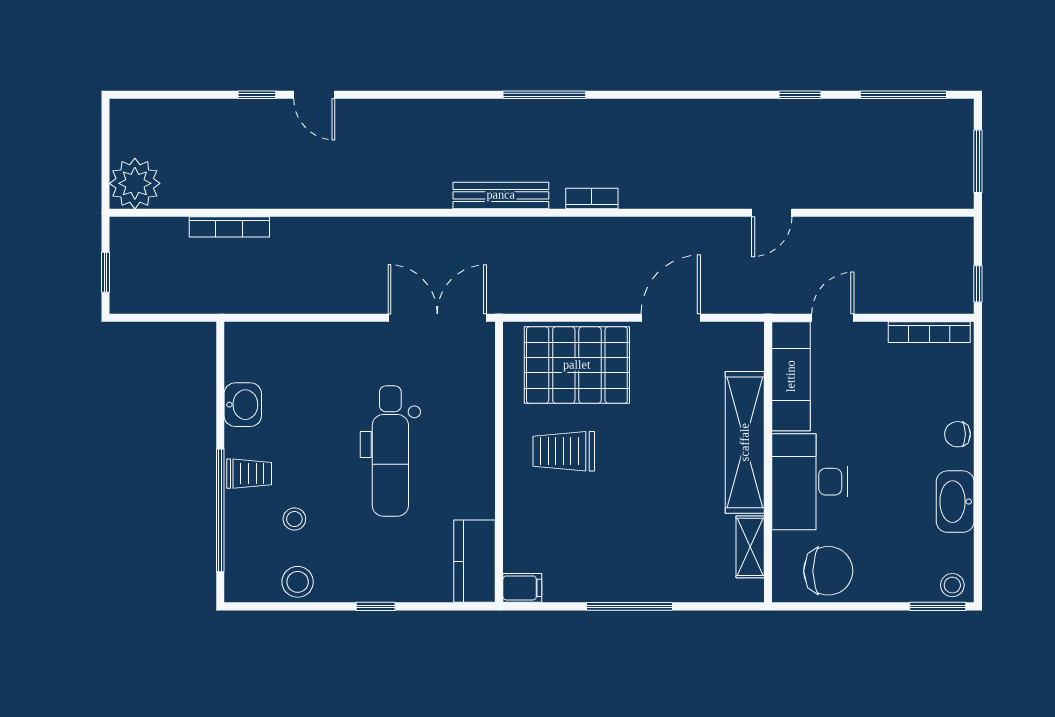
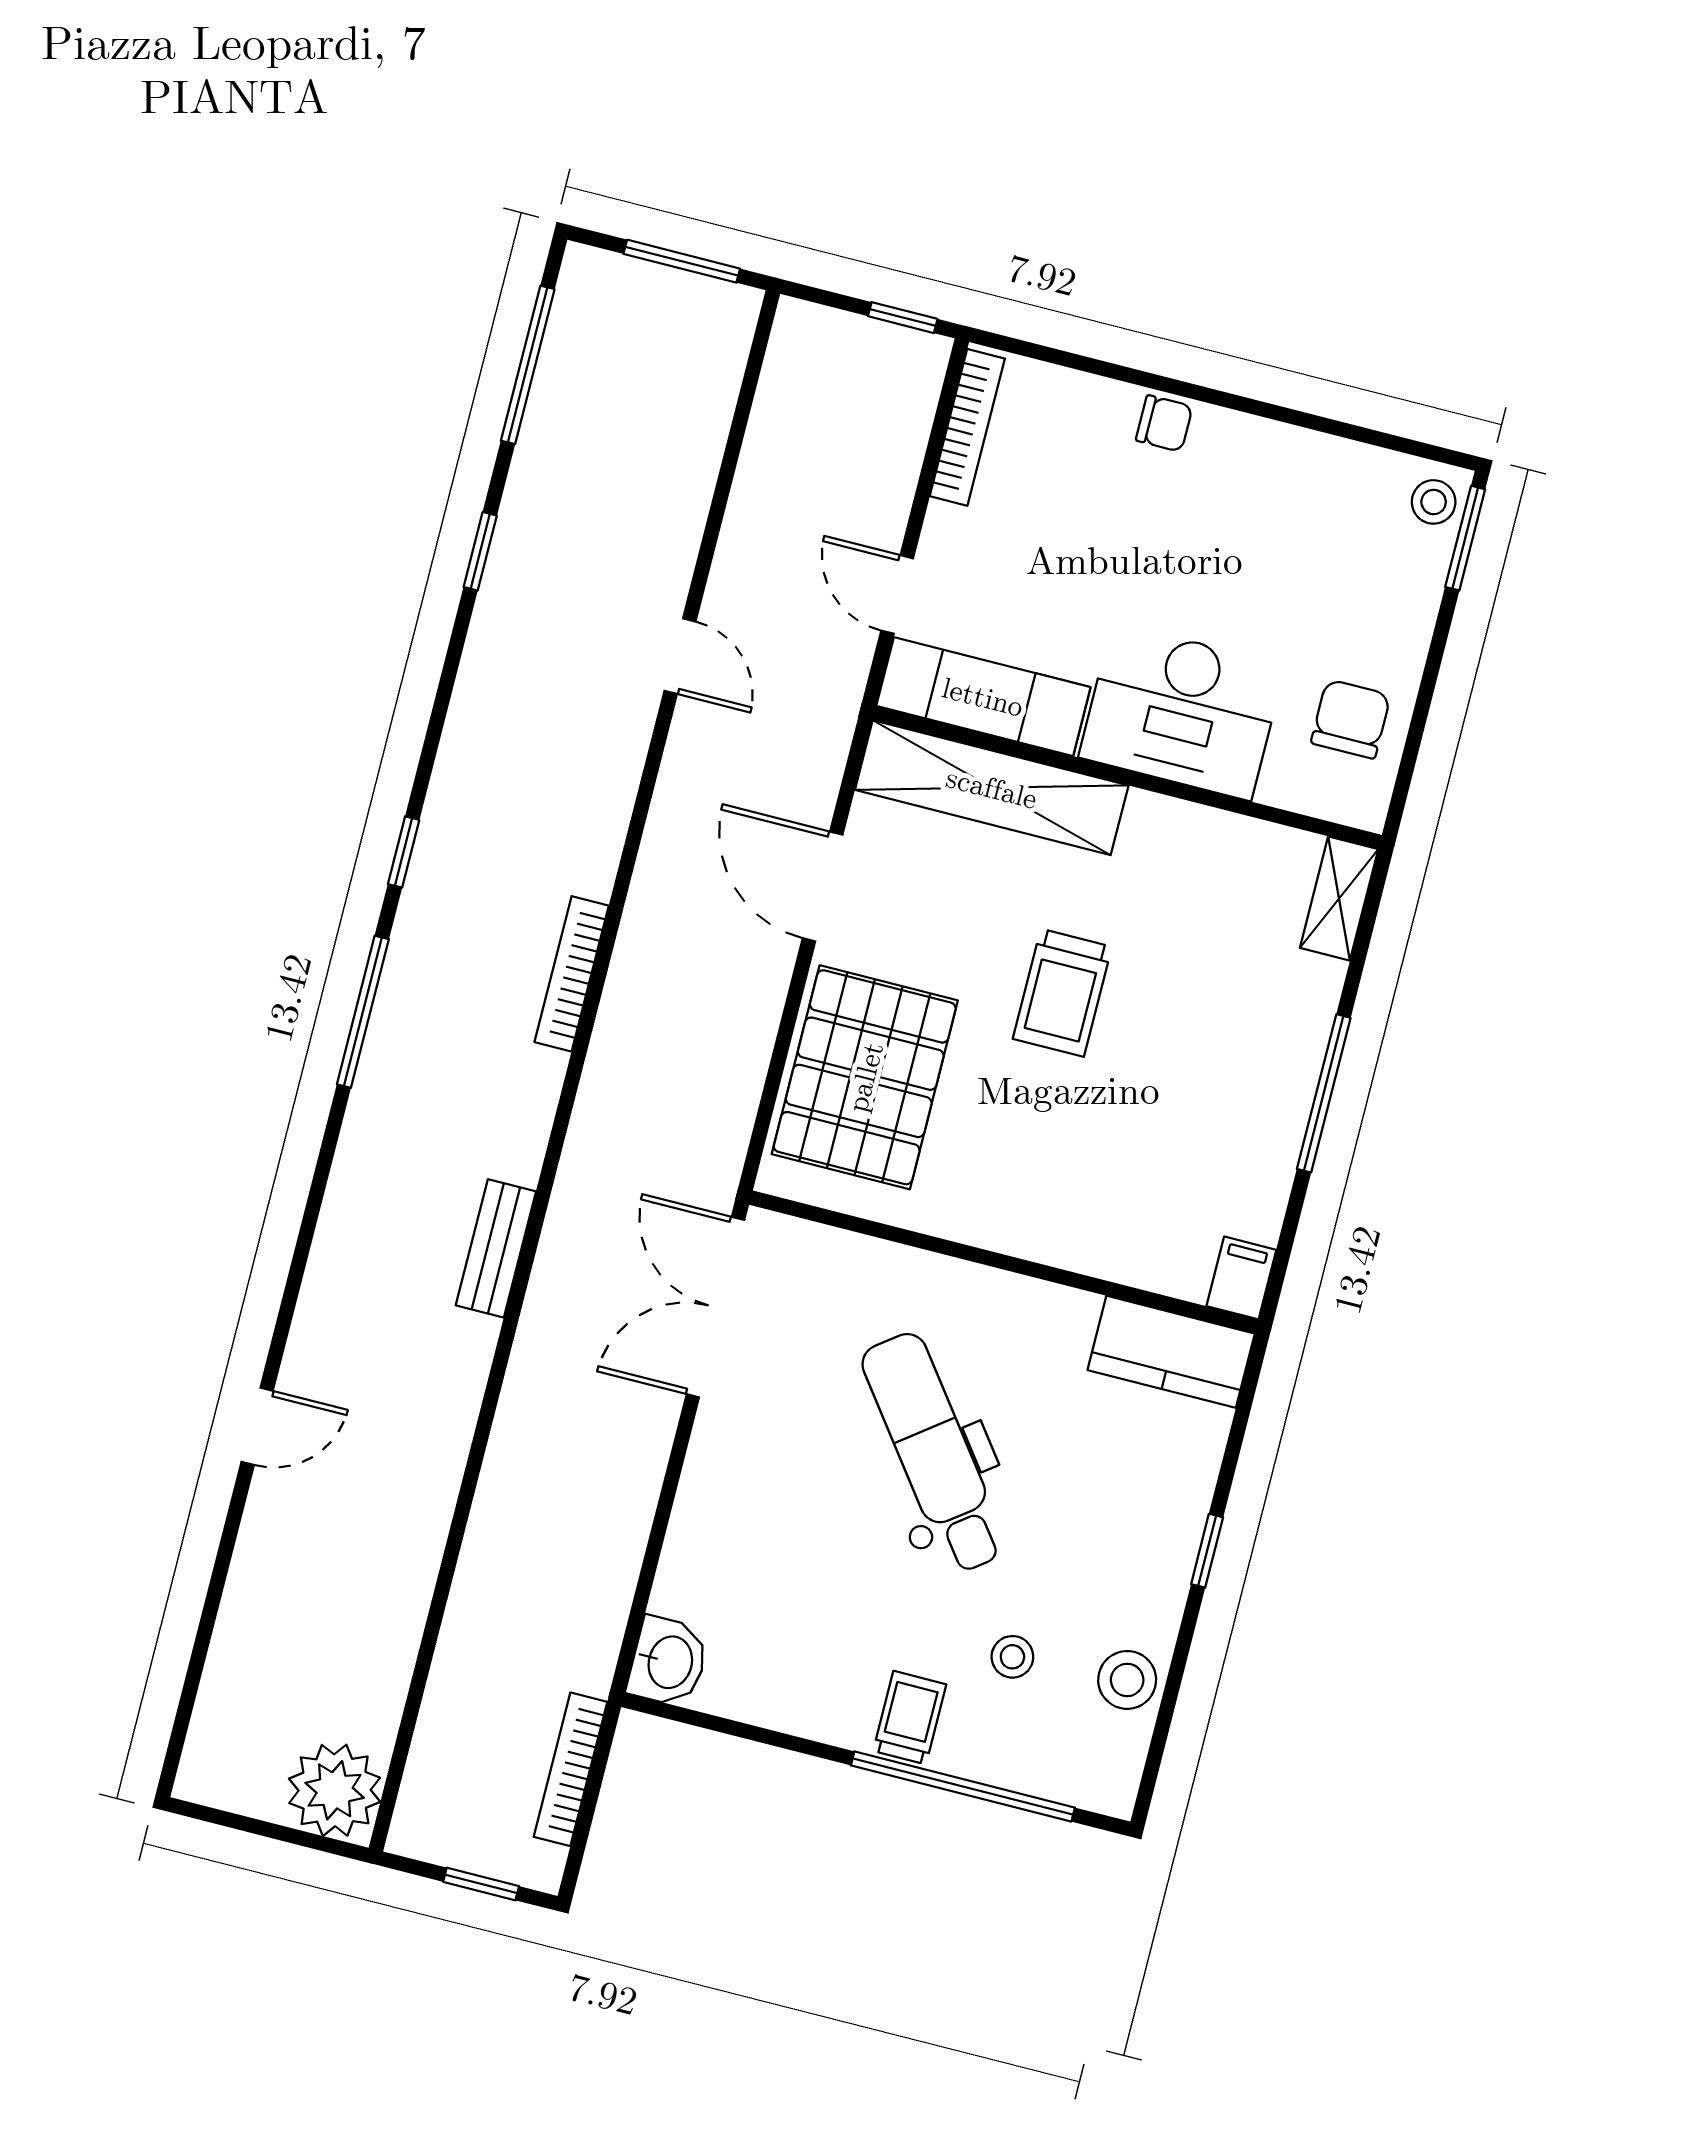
window: (257, 95) -> (404, 852), moved
bench: (501, 195) -> (496, 1248), moved, width x0.73
bookcase: (592, 198) -> (572, 974), width x1.56
bookcase: (229, 227) -> (570, 1769), moved, turned 180
washbasin: (243, 405) -> (668, 1662), moved, turned 90
chair: (958, 434) -> (1164, 423), turned -90
shelving: (745, 442) -> (992, 788), moved
dental chair: (390, 451) -> (934, 1453), turned -127
trolley: (564, 451) -> (1062, 993), moved
washbasin: (955, 502) -> (1284, 459), removed
shelving: (750, 547) -> (1339, 898), moved, turned 90
chair: (828, 571) -> (1351, 719), width x0.73, depth x0.73

